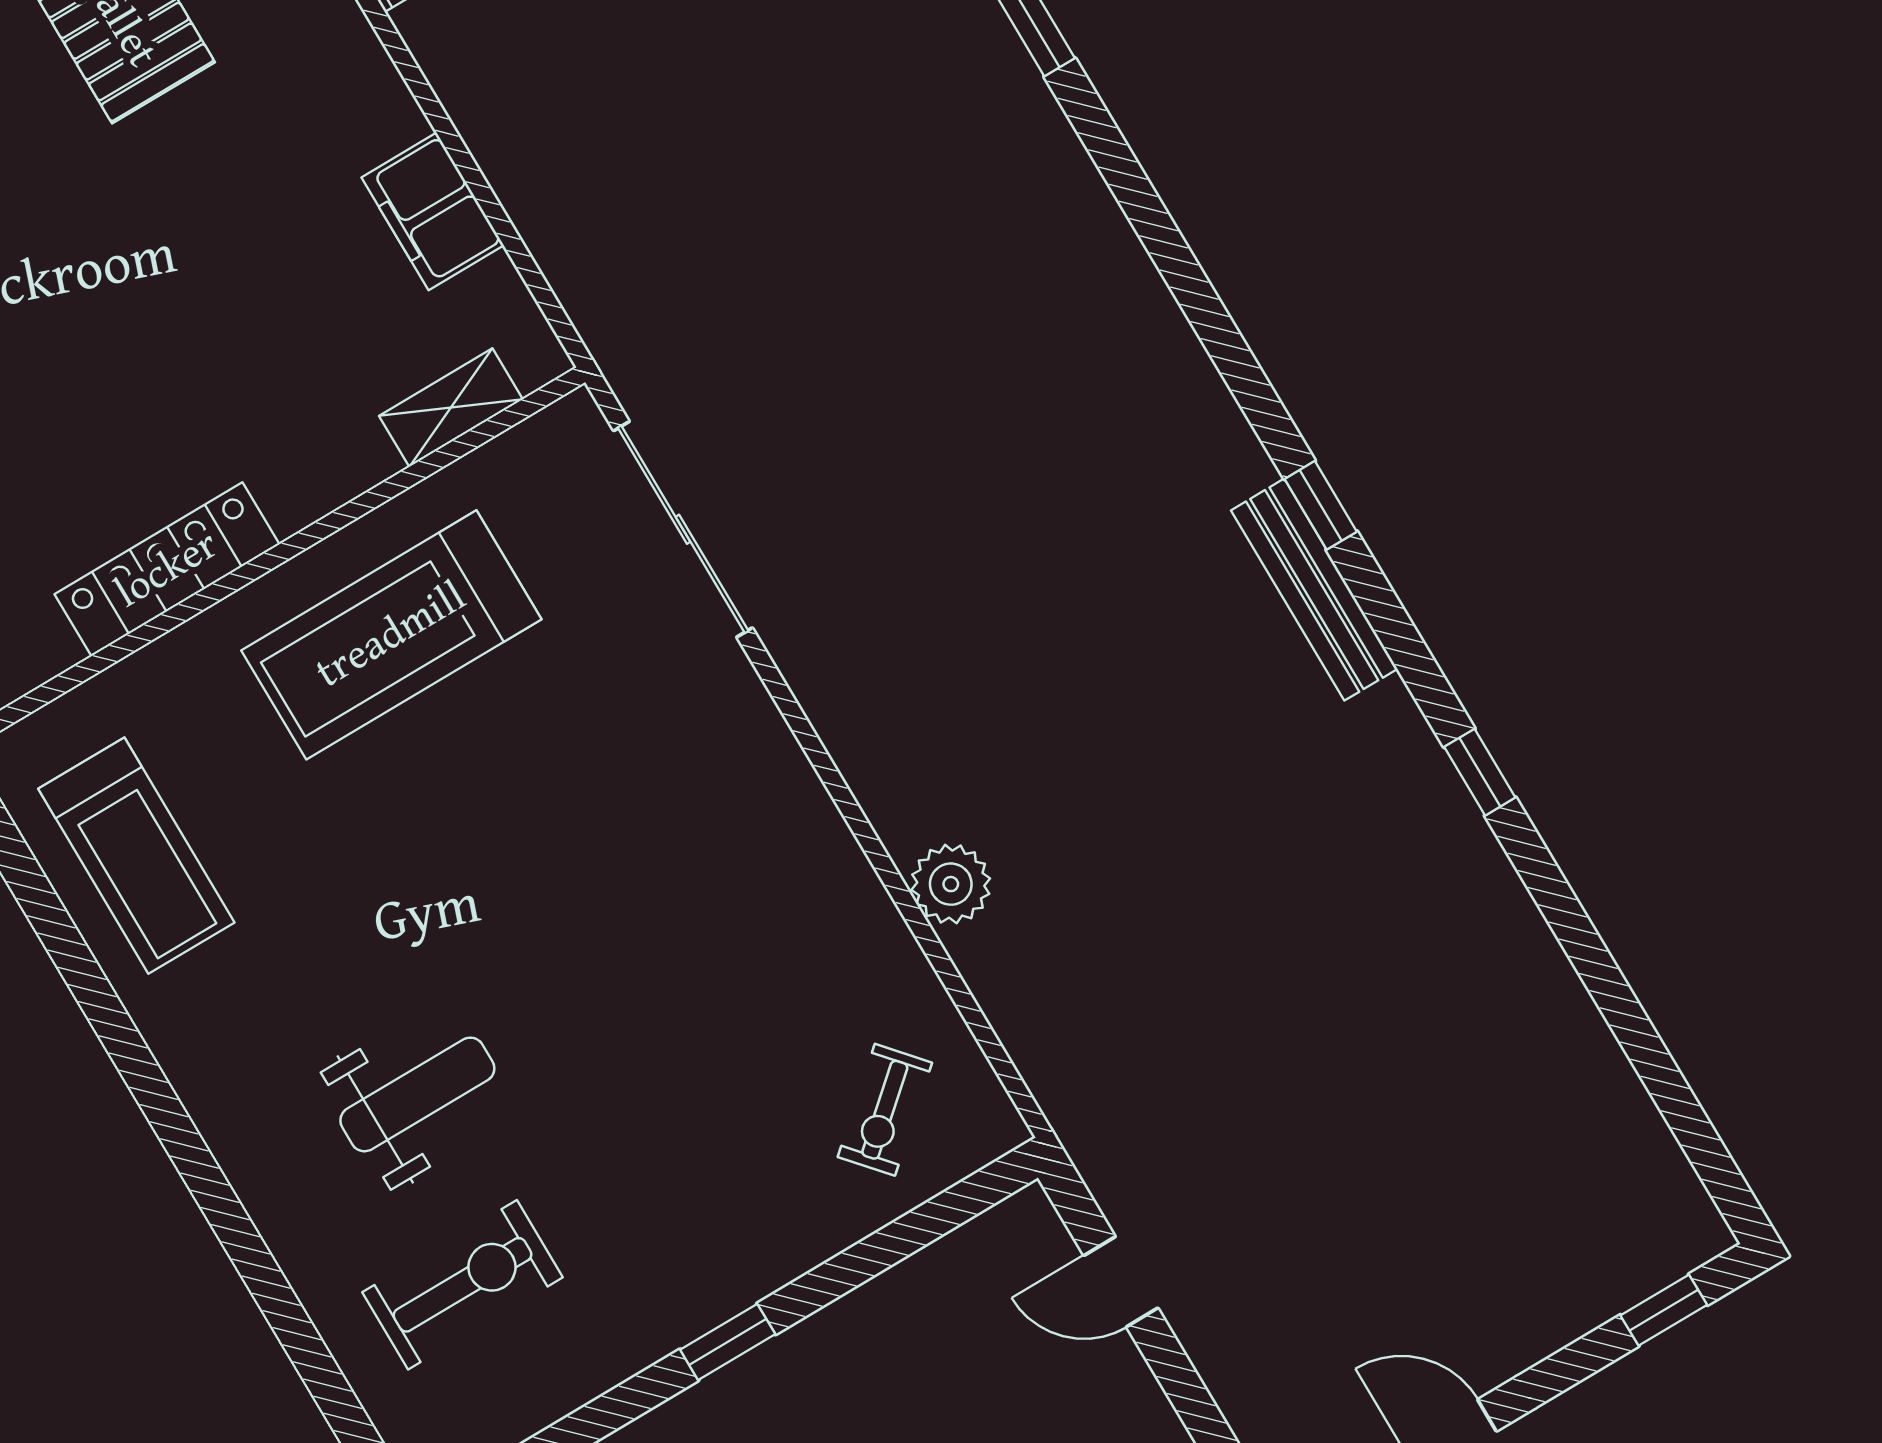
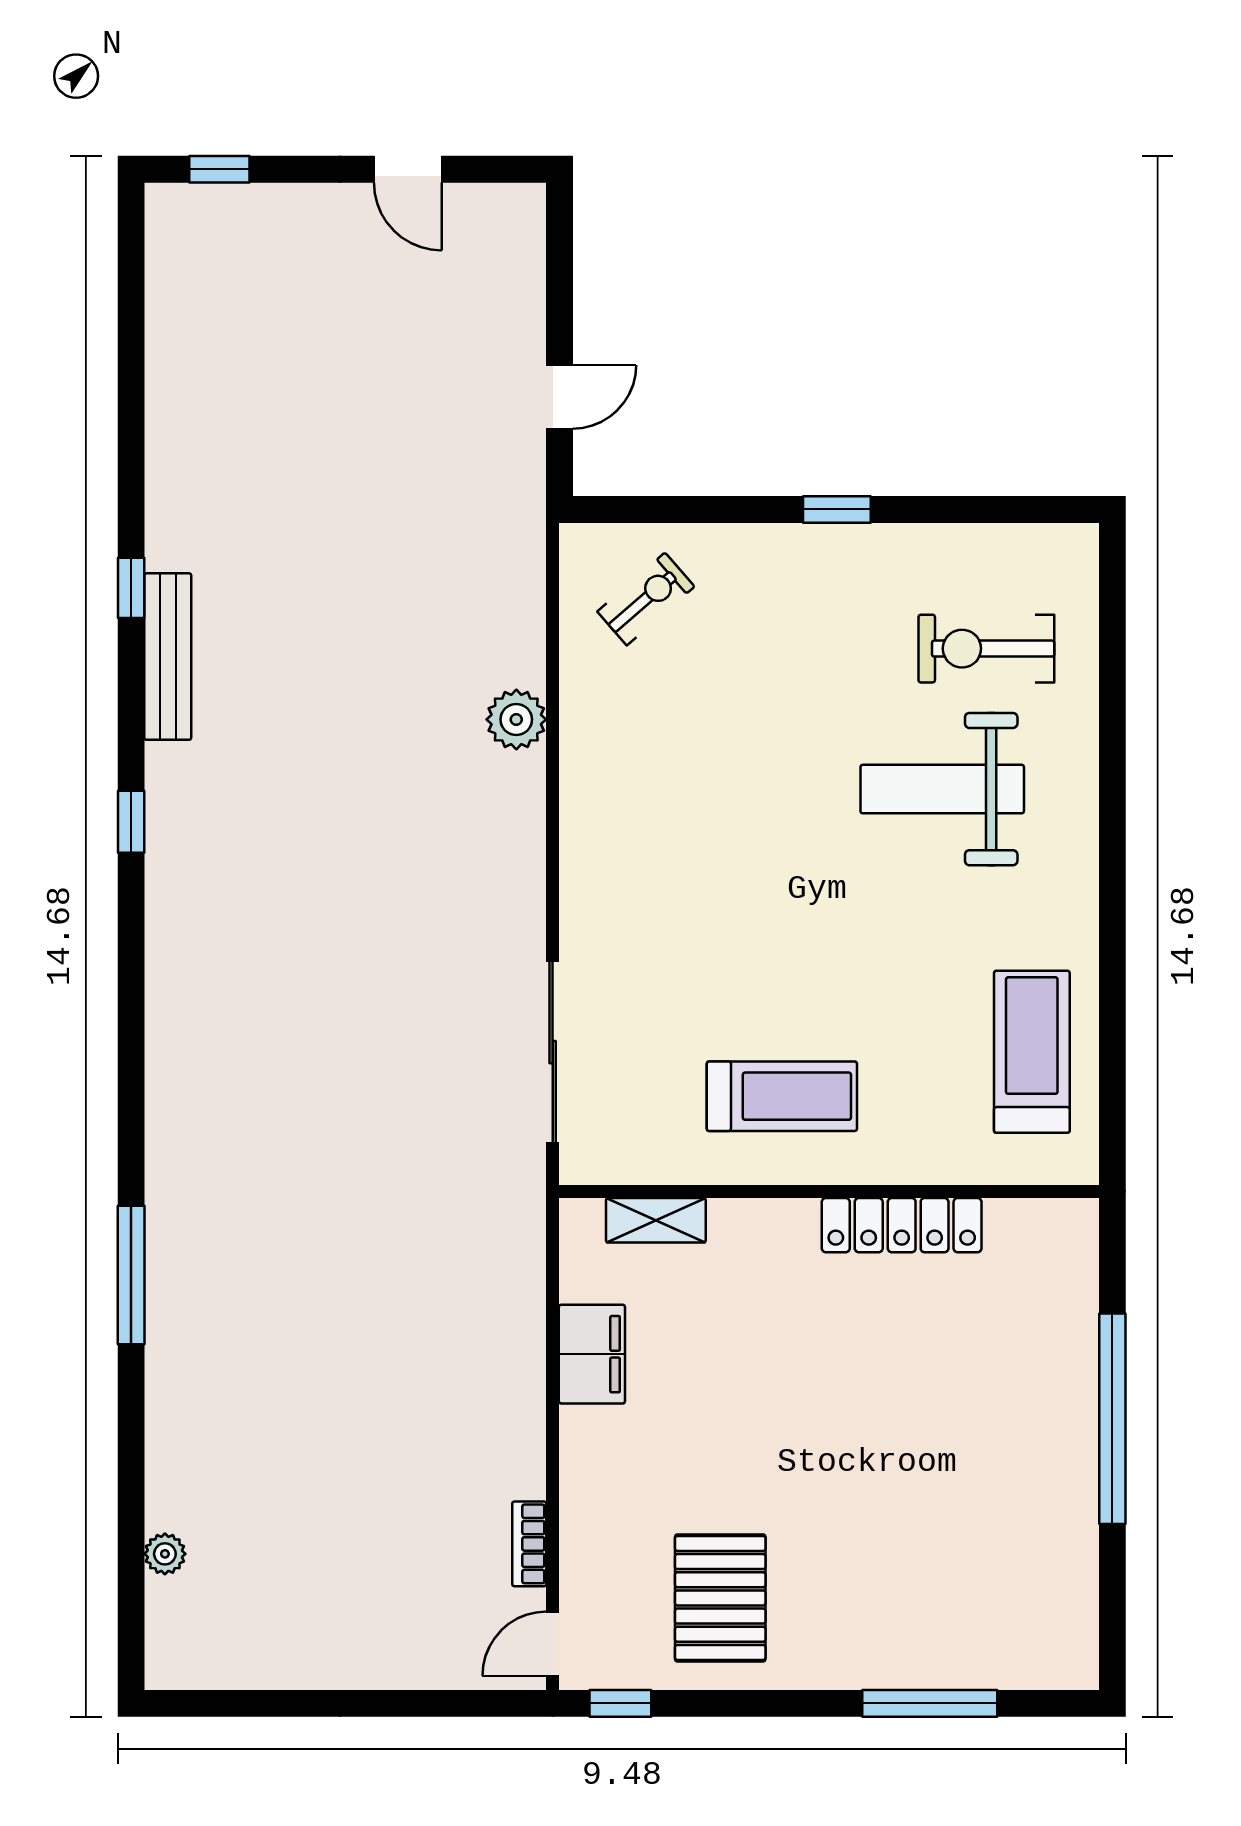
bench: (1314, 590) -> (168, 657), moved
treadmill: (391, 635) -> (782, 1096), width x0.73, depth x0.73
weight bench: (417, 1094) -> (942, 789), width x1.36, depth x1.33
door: (1121, 1282) -> (560, 397), hinge flipped

